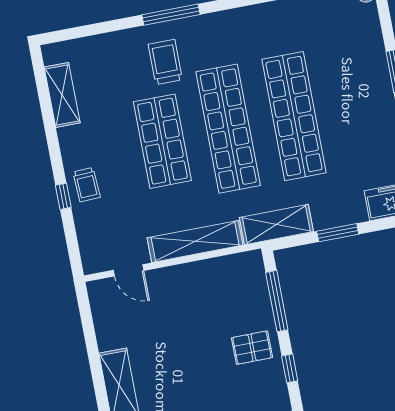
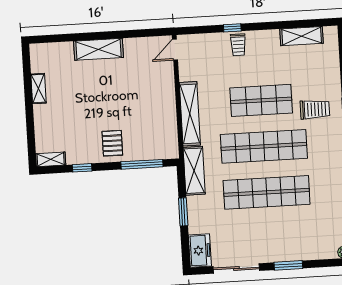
trolley: (87, 185) -> (238, 45), turned -87
door: (129, 270) -> (175, 50), moved
window: (290, 368) -> (82, 168), moved

